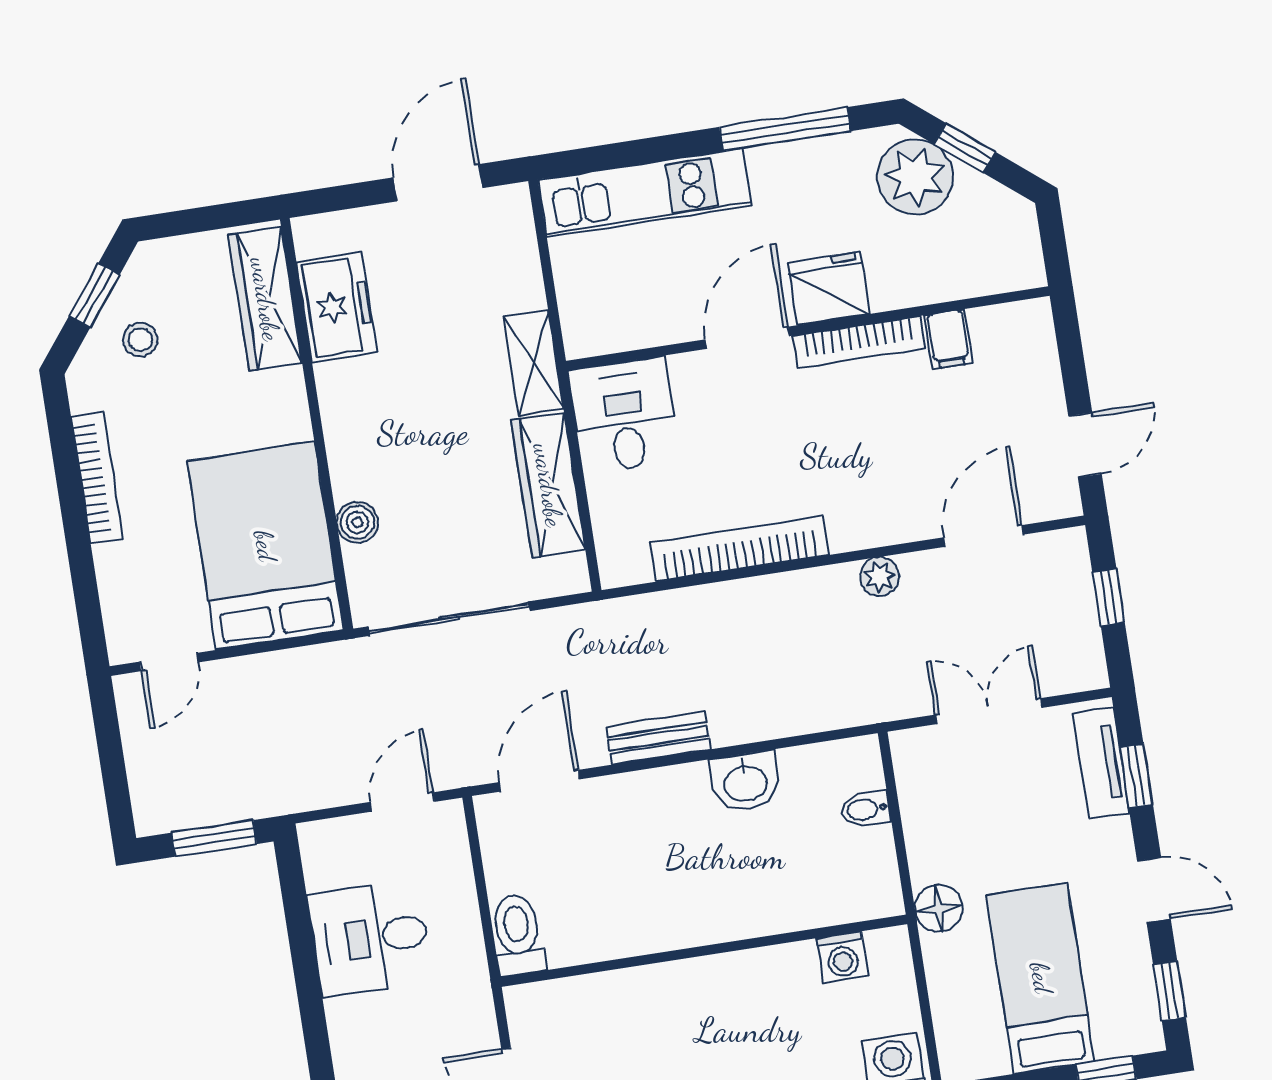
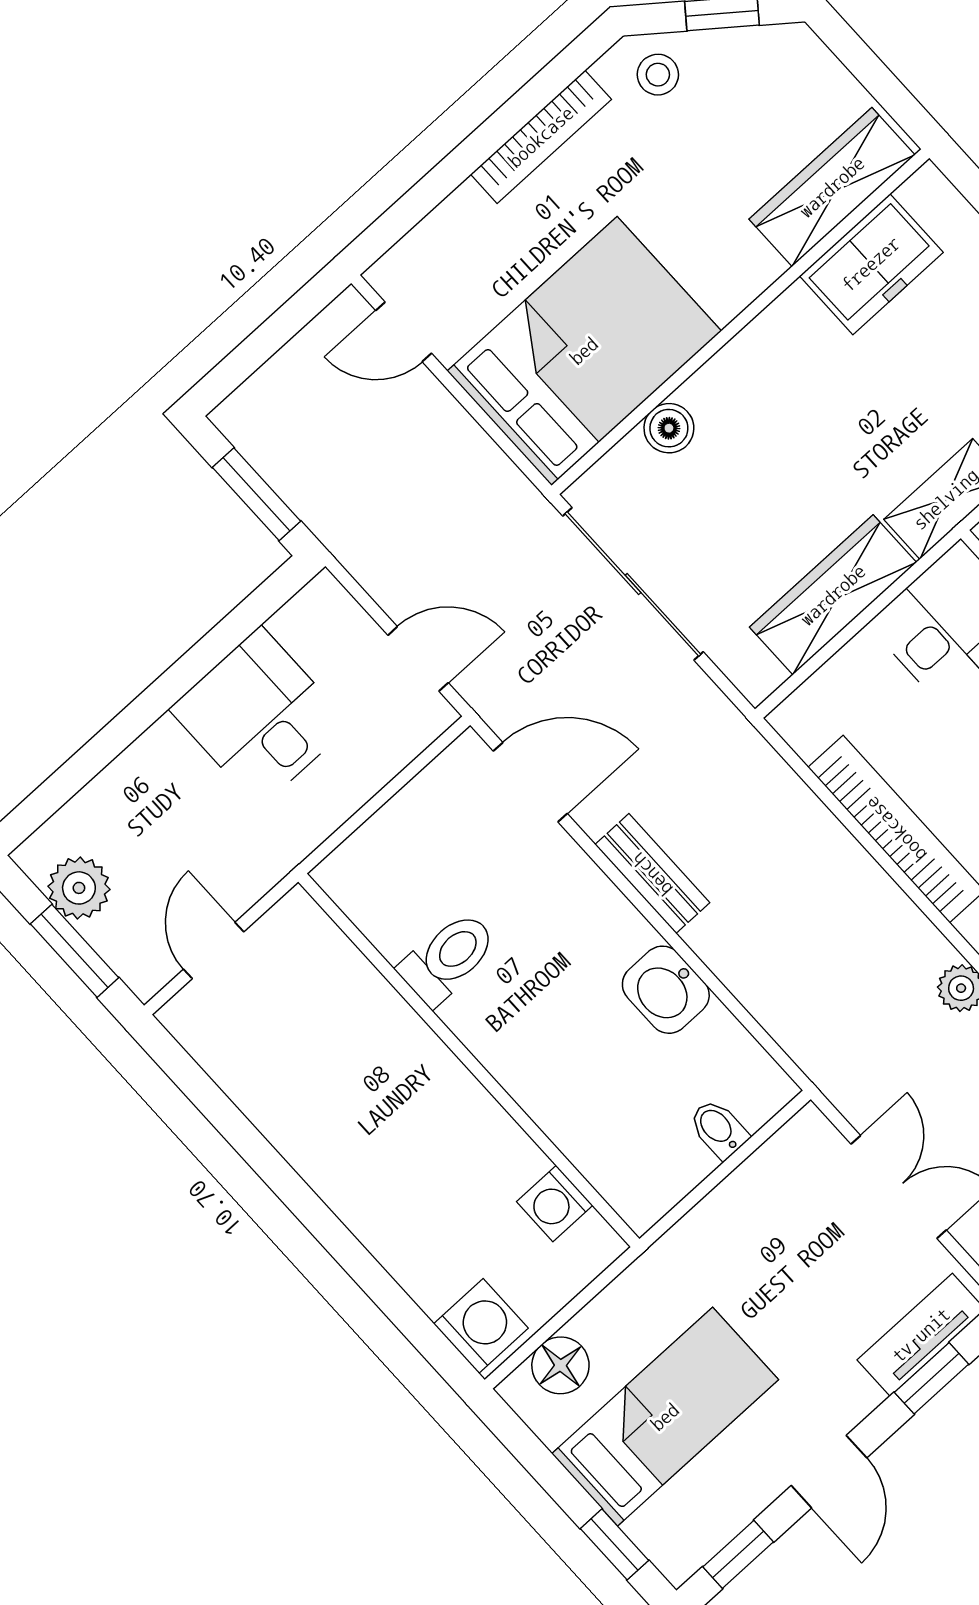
stool: (140, 340) -> (658, 75), moved
floor lamp: (939, 908) -> (560, 1365), moved
toilet: (518, 935) -> (448, 958), moved

